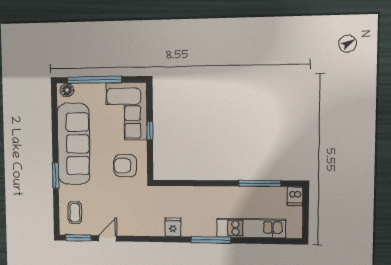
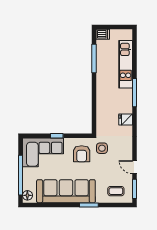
side table: (133, 194) -> (102, 148), added

